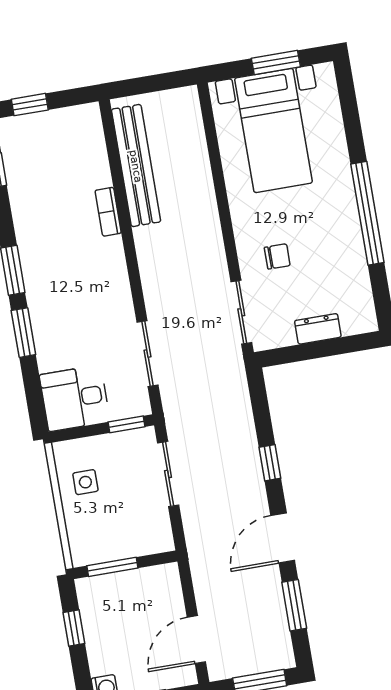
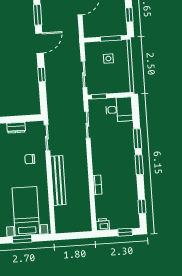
printer: (86, 118) -> (103, 224), added
bench: (136, 166) -> (58, 180), moved
side table: (85, 482) -> (108, 59), moved

